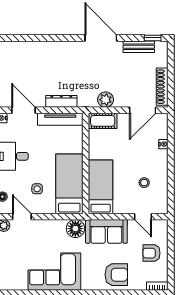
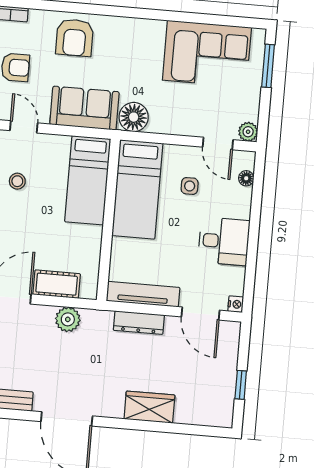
wardrobe: (50, 50) -> (149, 407), added
cot: (103, 121) -> (57, 284), moved
corner sofa: (54, 272) -> (207, 54), moved
armchair: (116, 275) -> (75, 38), turned -90

